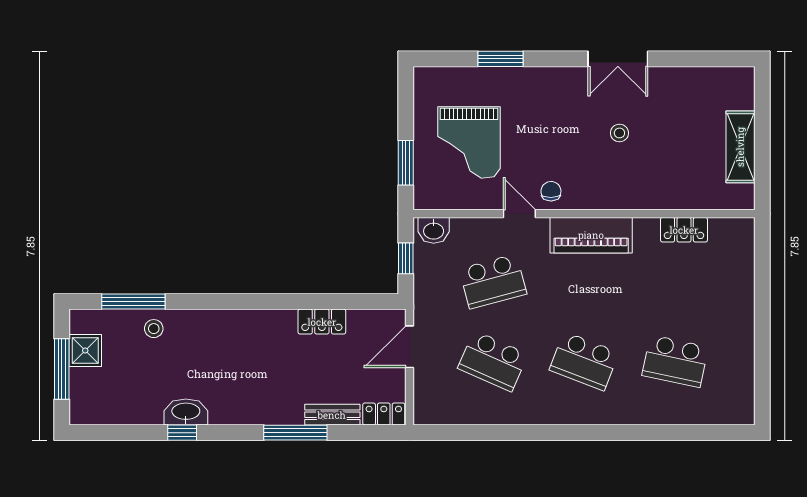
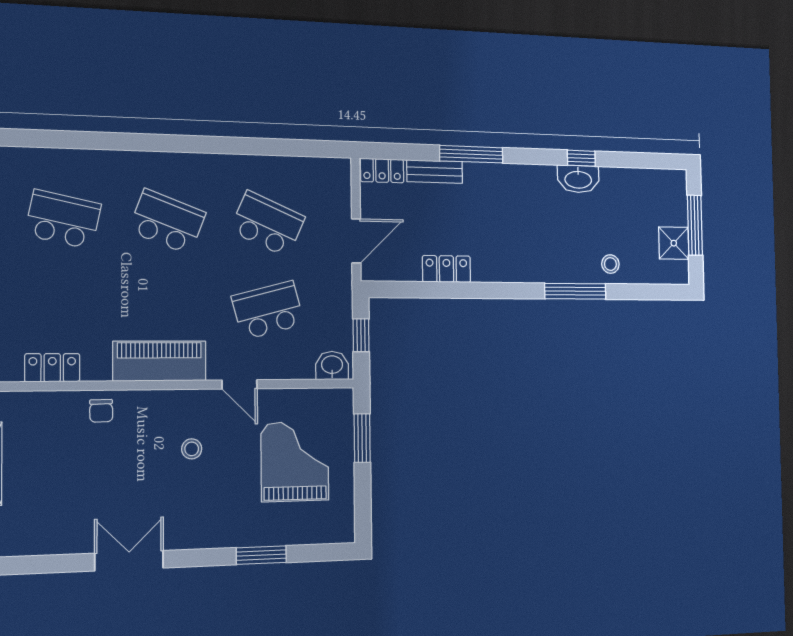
stool: (619, 133) -> (192, 449), moved
chair: (551, 191) -> (101, 411), moved
window: (133, 301) -> (575, 291), moved

